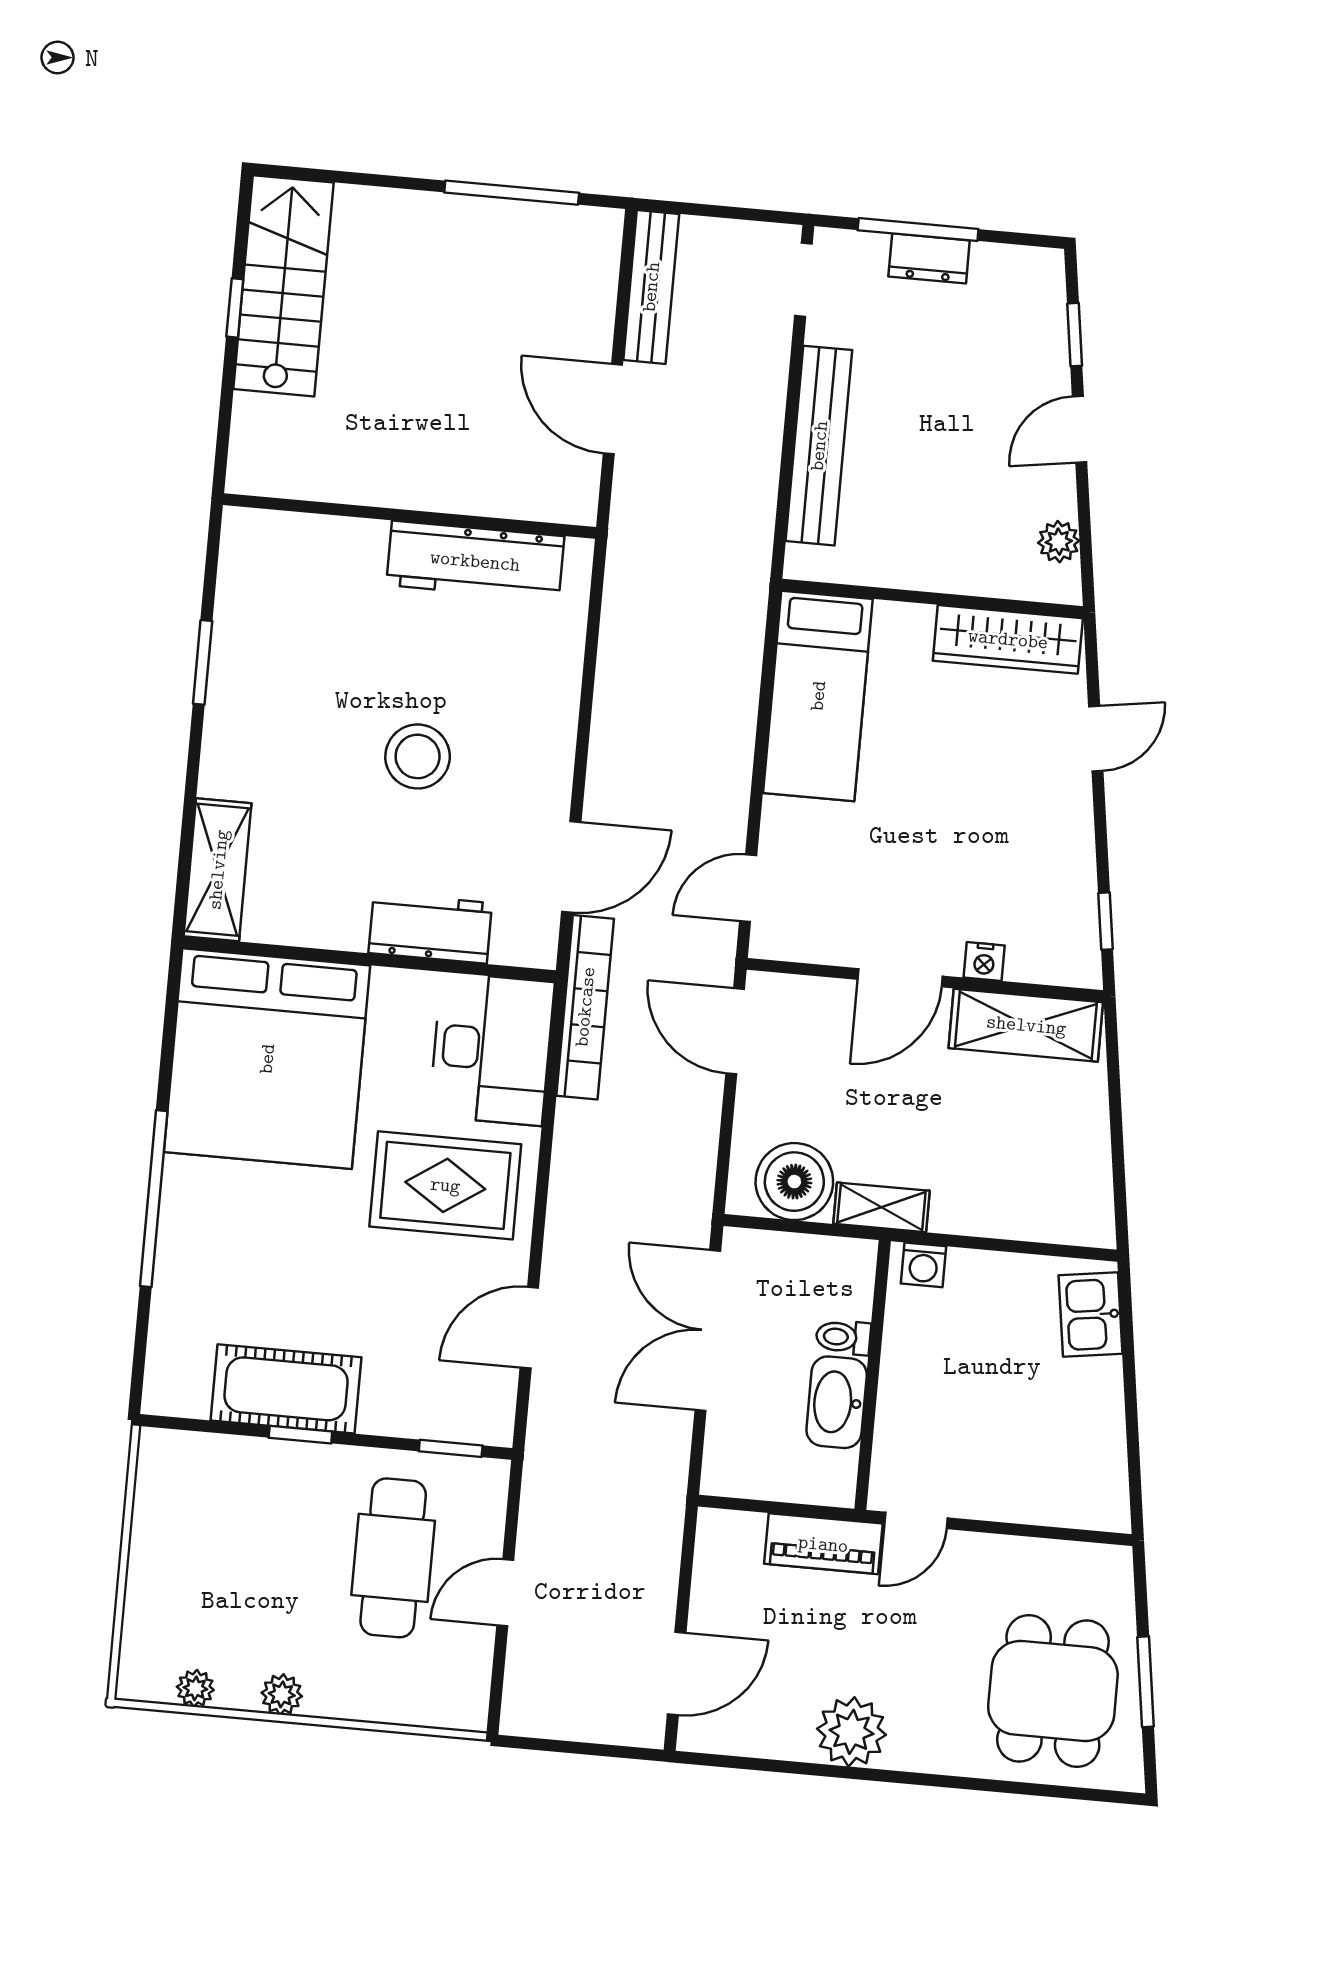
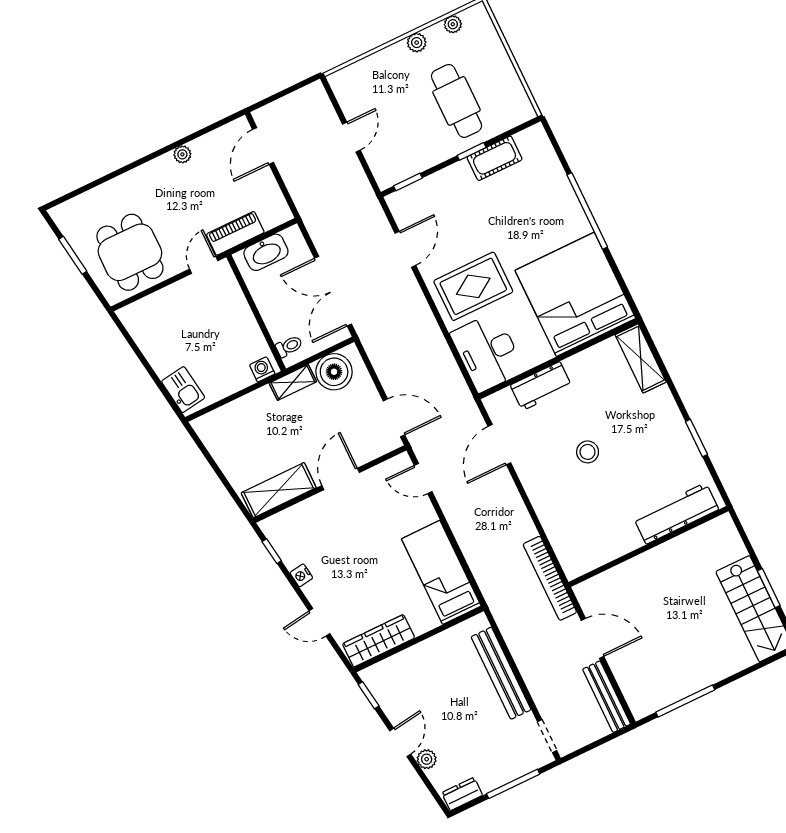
dresser: (929, 258) -> (462, 794), moved
window: (235, 308) -> (769, 588), width x1.50
window: (1075, 335) -> (369, 695), moved
plant: (1059, 542) -> (427, 759), moved
workbench: (475, 561) -> (676, 513), moved
door: (1096, 738) -> (319, 622), hinge flipped
stool: (418, 756) -> (588, 452), width x0.73, depth x0.73
door: (748, 888) -> (423, 478), swing flipped
nightstand: (984, 961) -> (301, 575), moved, turned -98
bookcase: (585, 1007) -> (550, 578), moved
double door: (708, 1330) -> (333, 291), swing flipped
toilet: (843, 1337) -> (289, 346), moved
cot: (286, 1389) -> (495, 158), width x0.73, depth x0.75
washbasin: (837, 1402) -> (266, 252), moved, turned 90
cafe table: (393, 1558) -> (457, 101), moved
dining table: (1053, 1691) -> (130, 252), moved
plant: (851, 1732) -> (182, 154), width x0.53, depth x0.53

